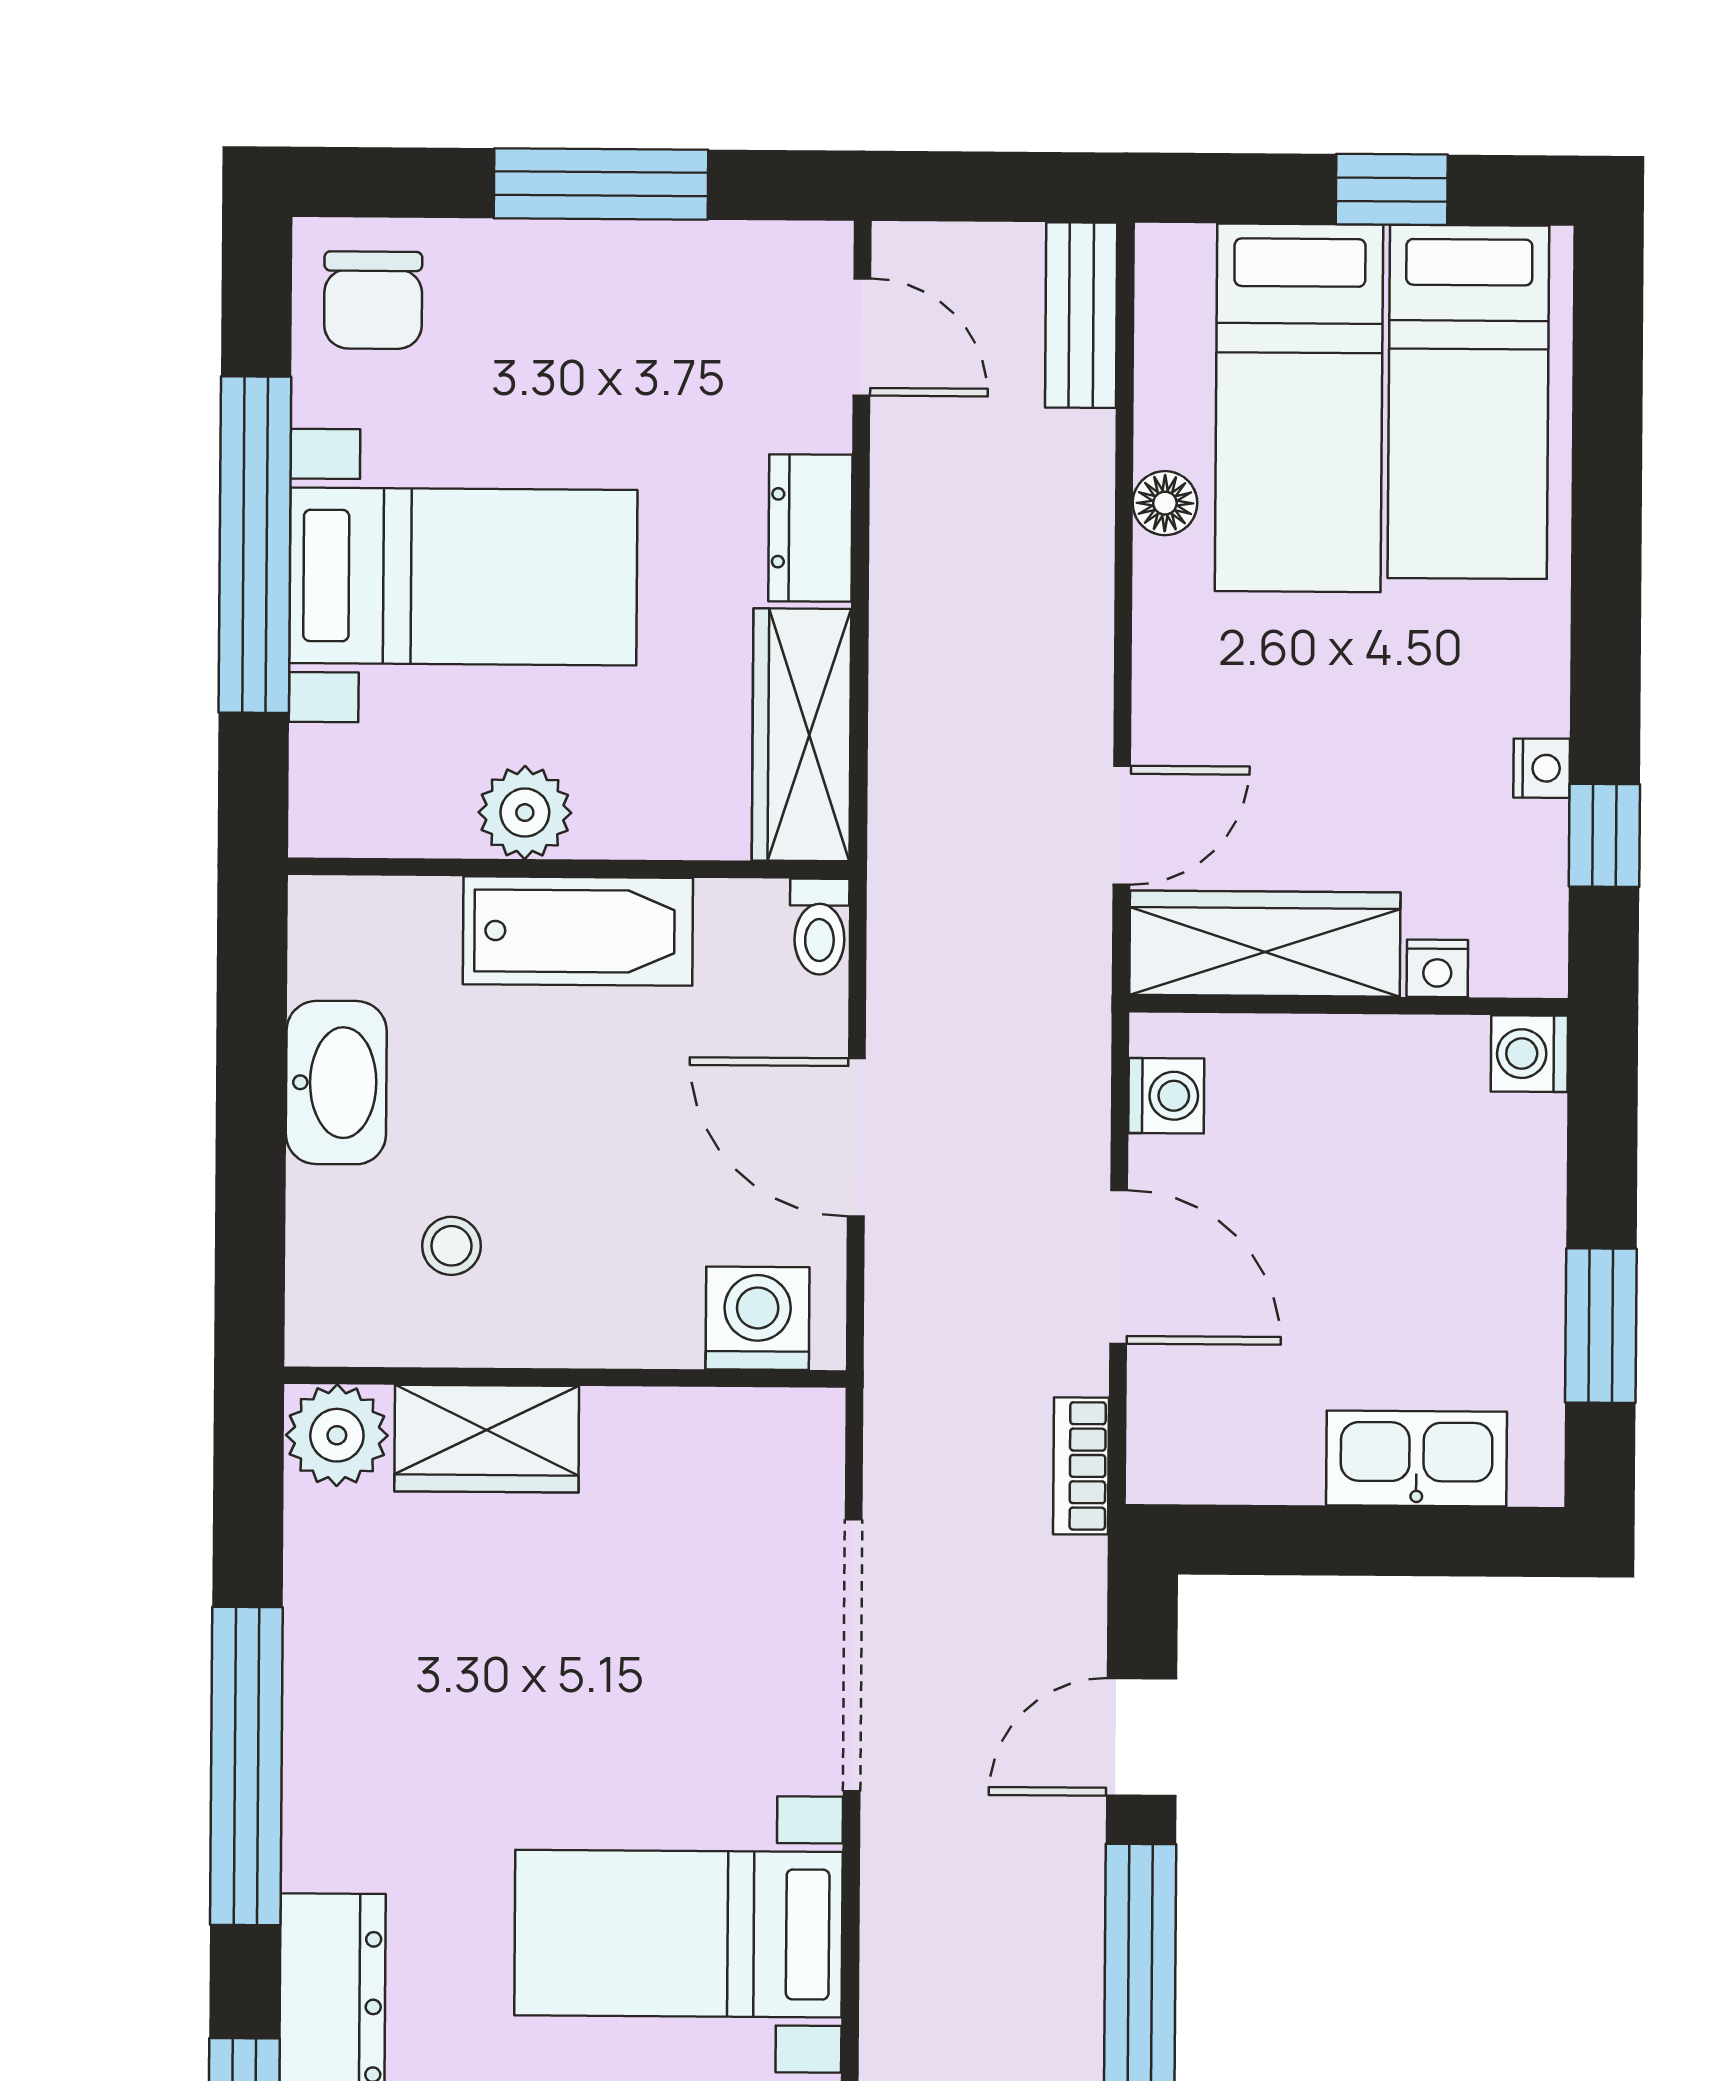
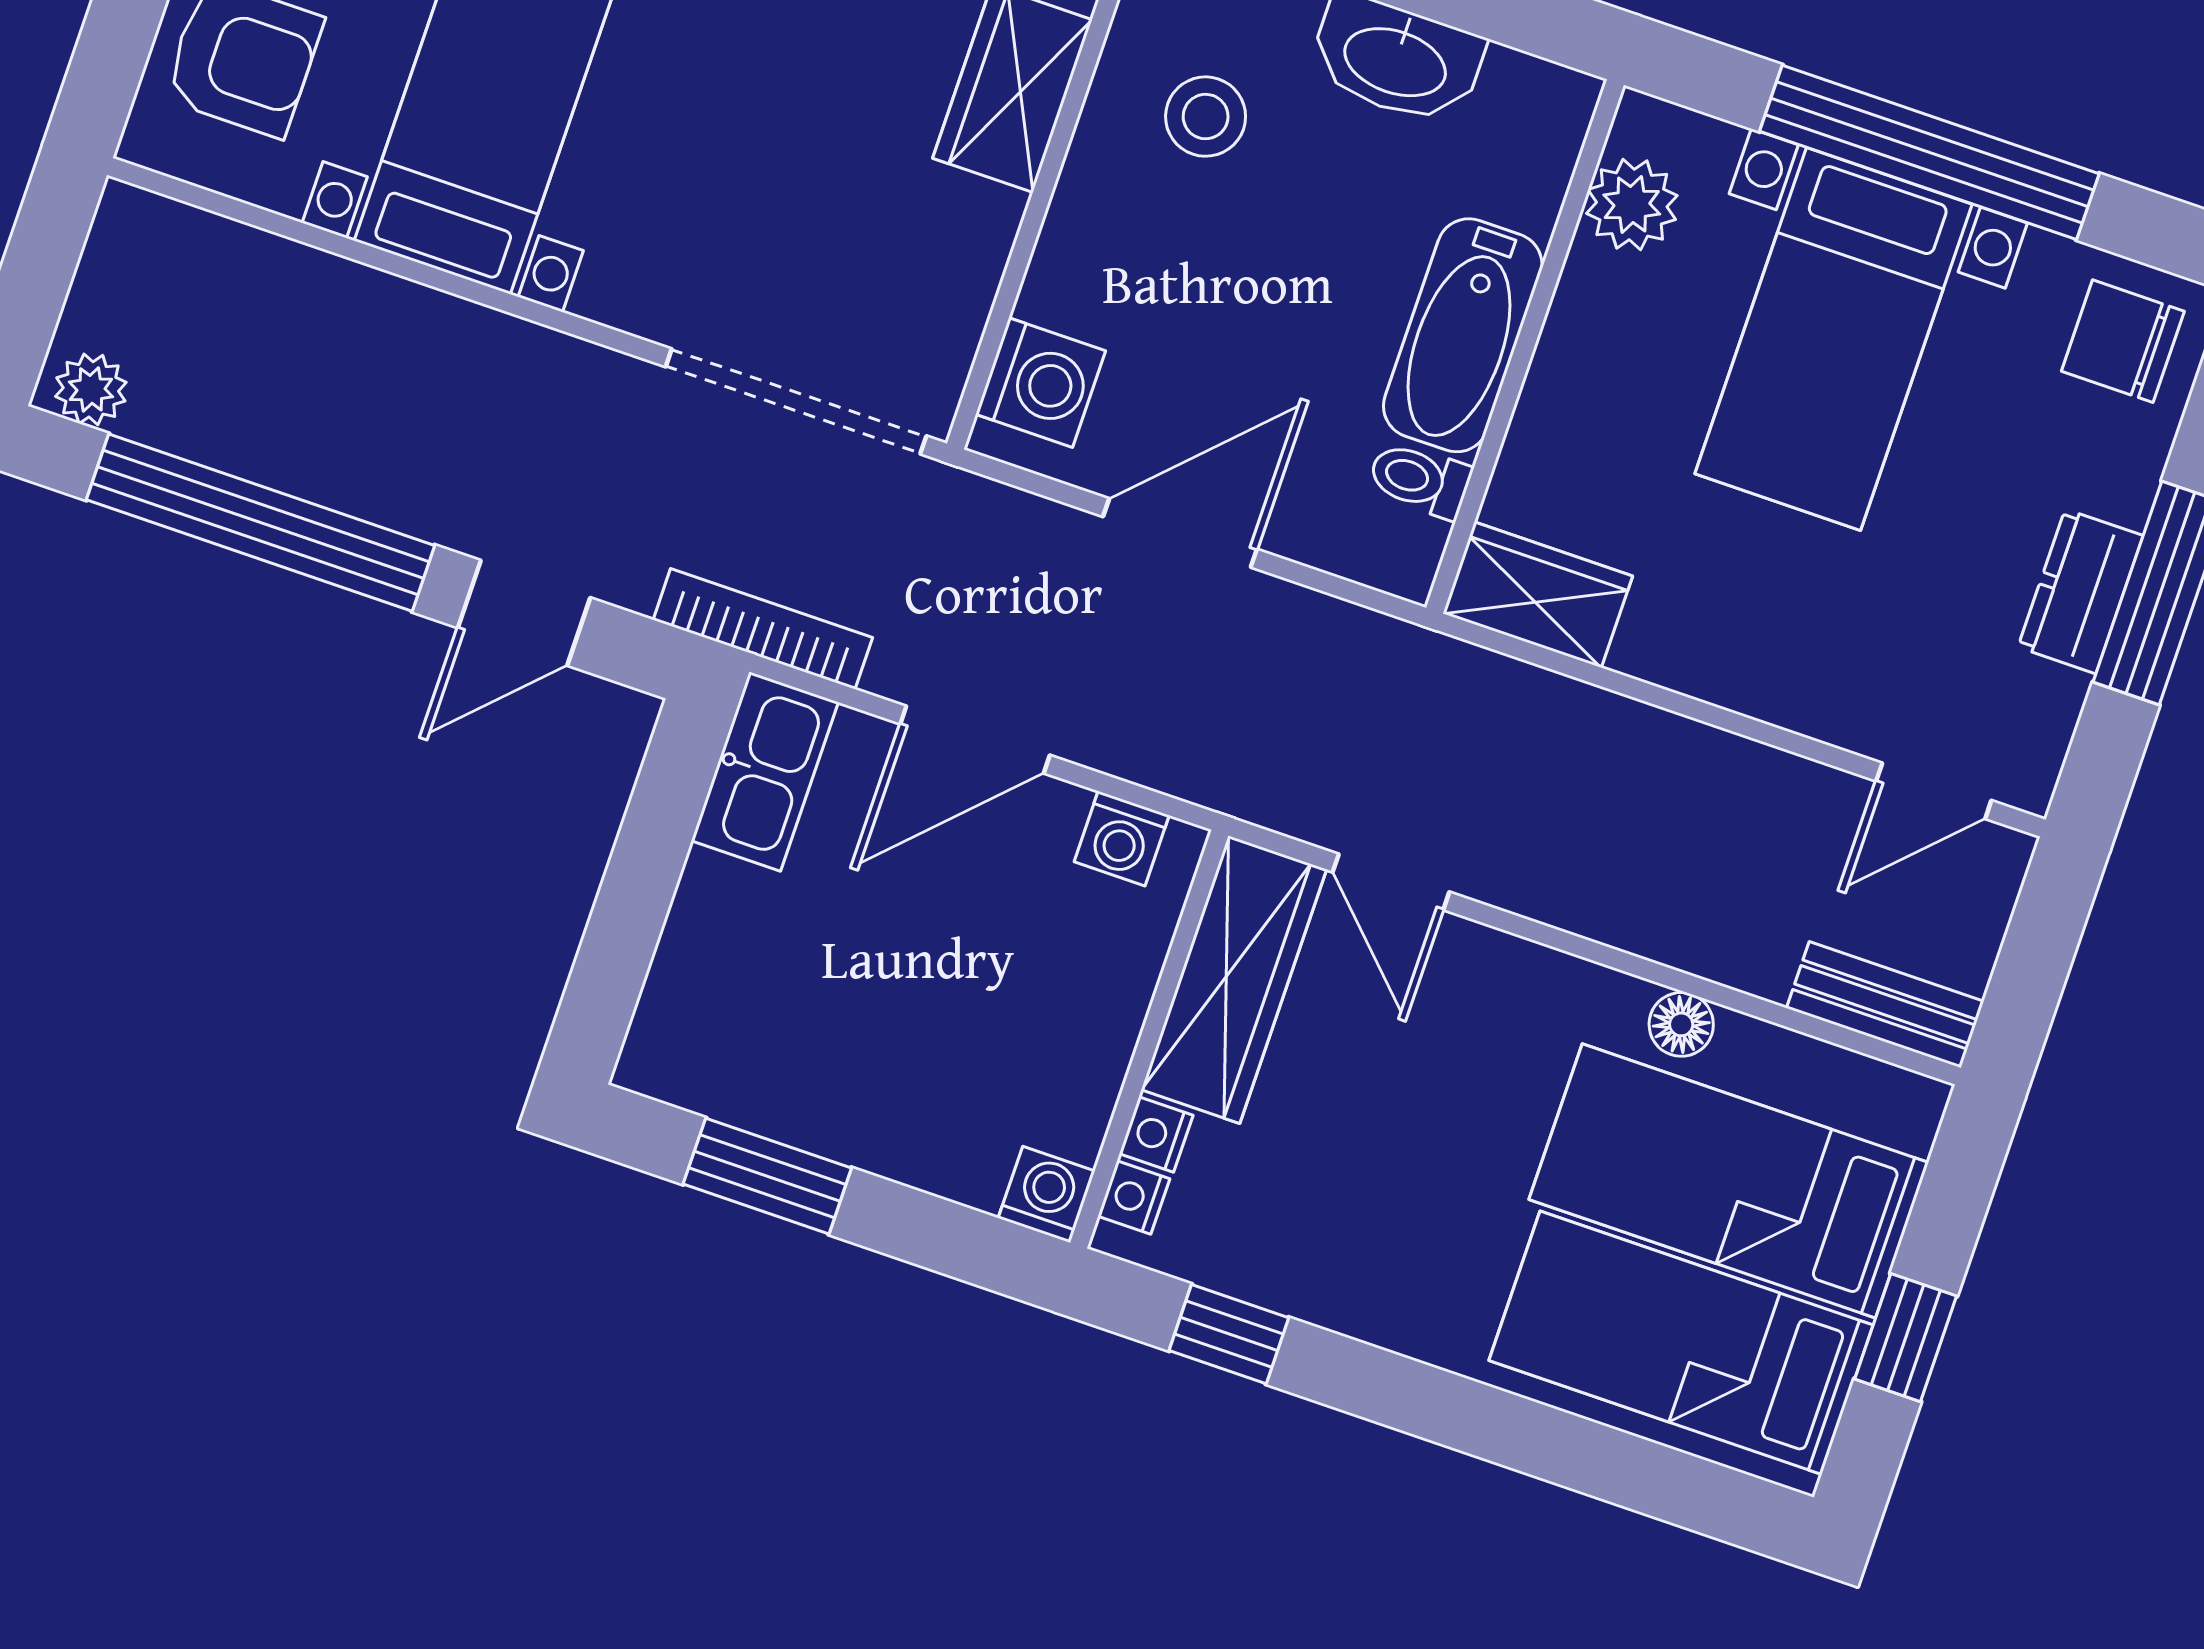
dresser: (810, 528) -> (2081, 591), moved, turned -90
wardrobe: (802, 735) -> (1538, 595), width x0.67
nightstand: (1542, 768) -> (1134, 1197), moved, turned 90
plant: (525, 813) -> (1632, 204), moved
toilet: (820, 927) -> (1420, 480), moved
stool: (451, 1246) -> (1206, 117), width x1.37, depth x1.37
kitchen sink: (1416, 1458) -> (765, 771), moved
bookcase: (1081, 1466) -> (763, 629), width x1.56
doorway: (853, 1655) -> (796, 401), moved
door: (1142, 1737) -> (524, 613), swing flipped

